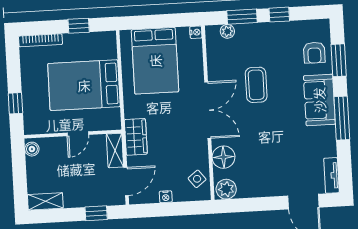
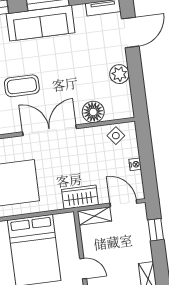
sofa: (319, 100) -> (41, 23), width x1.36
door: (78, 134) -> (83, 269), moved
plant: (226, 189) -> (119, 74), moved

